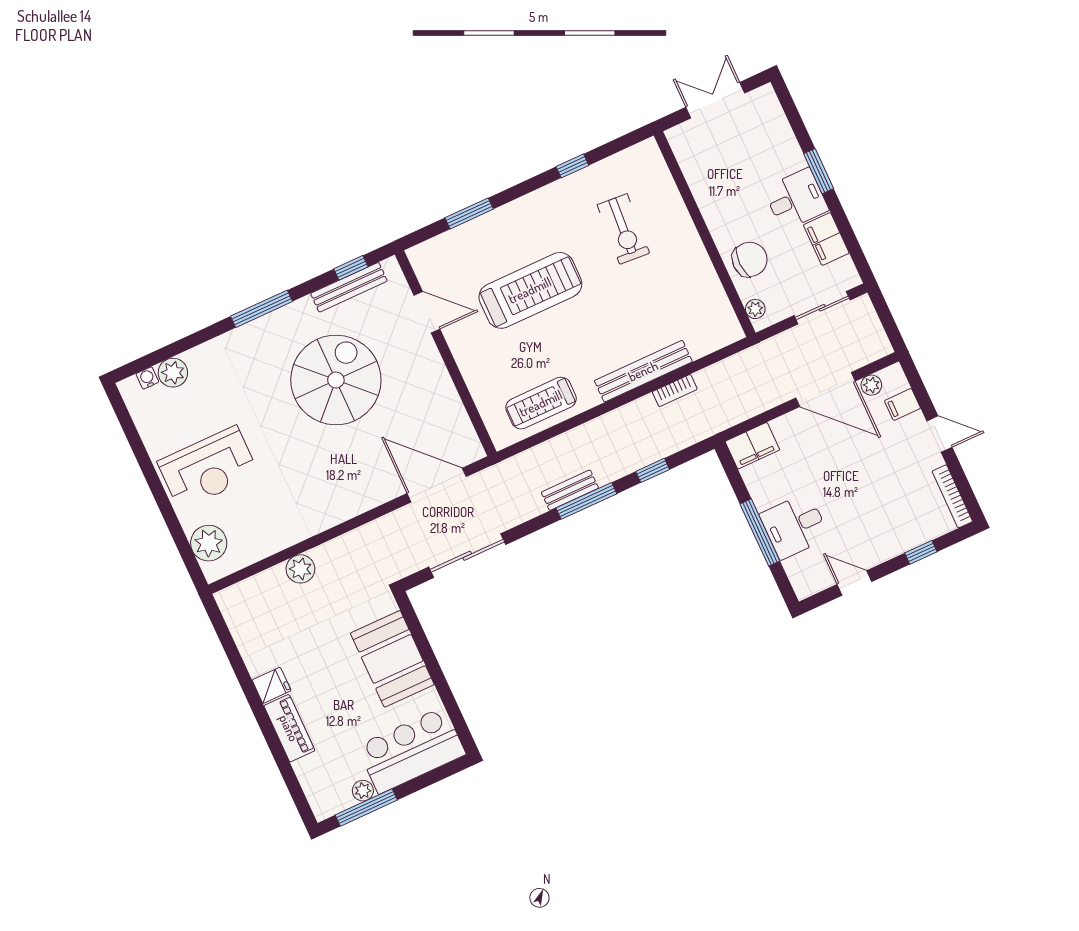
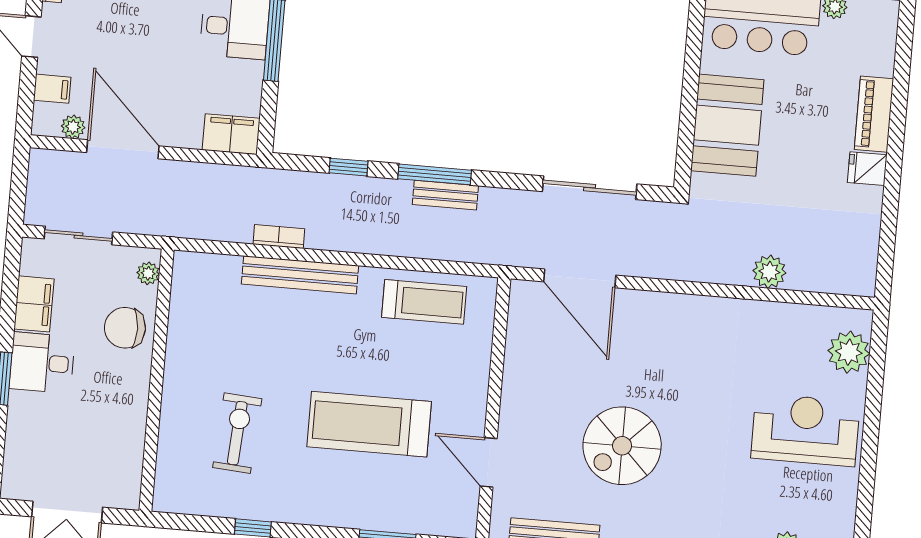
spiral stairs: (336, 380) -> (622, 446), width x0.73, depth x0.73

